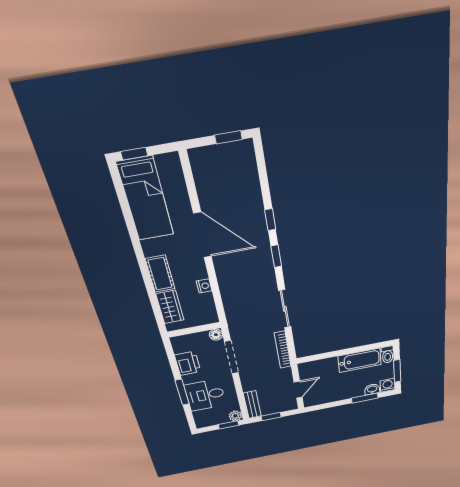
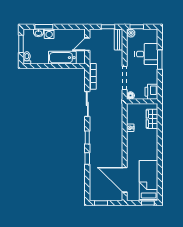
door: (202, 235) -> (125, 180), moved
cot: (160, 274) -> (152, 140), removed
bathtub: (360, 360) -> (62, 58), moved
printer: (188, 363) -> (151, 92), moved
washing machine: (388, 385) -> (49, 34), moved

